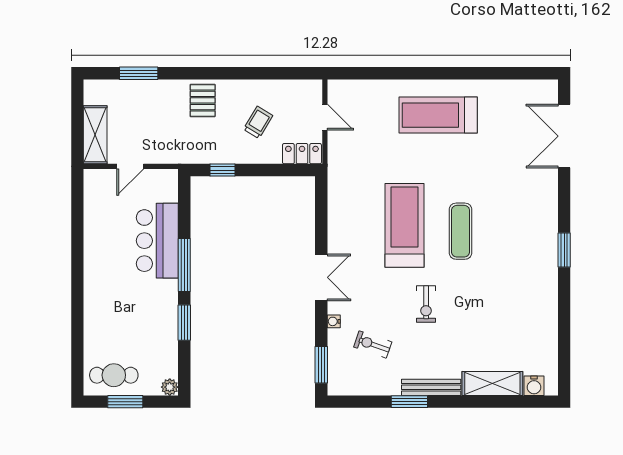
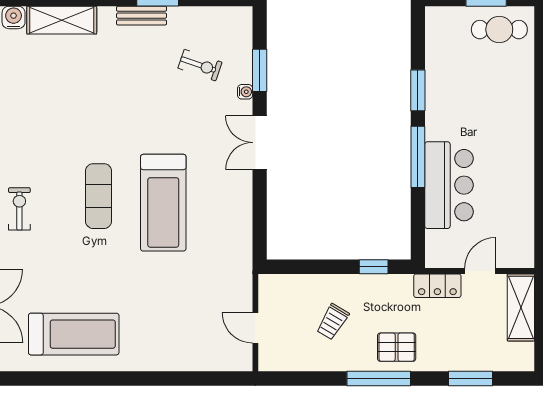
window: (218, 73) -> (379, 379), added
pallet: (203, 100) -> (397, 347), turned 90
treadmill: (438, 115) -> (74, 334), moved
locker: (302, 154) -> (437, 286), moved
exercise bike: (426, 304) -> (19, 209), moved
window: (321, 365) -> (260, 70), moved
plant: (170, 387) -> (435, 16), removed
bench: (431, 387) -> (142, 16), width x0.73

